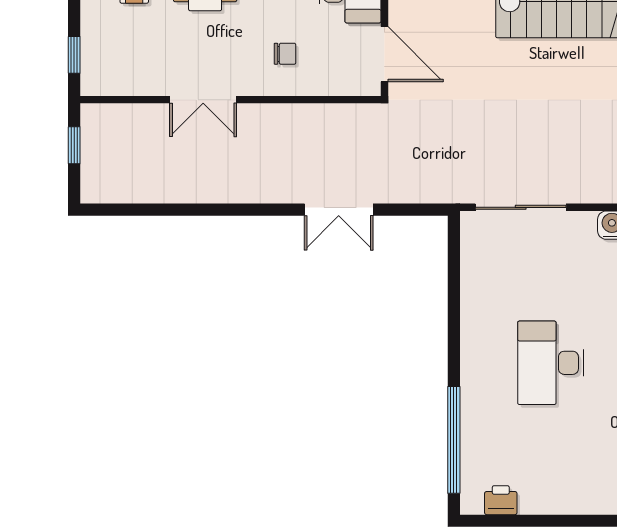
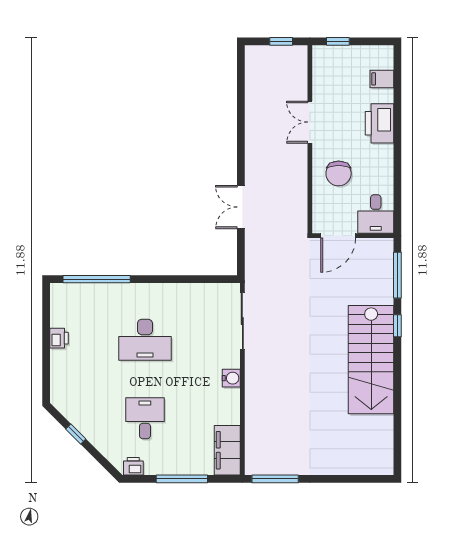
chair: (285, 54) -> (339, 173), width x1.87, depth x1.87
desk: (551, 363) -> (145, 340), turned 180
printer: (501, 500) -> (59, 338), moved

